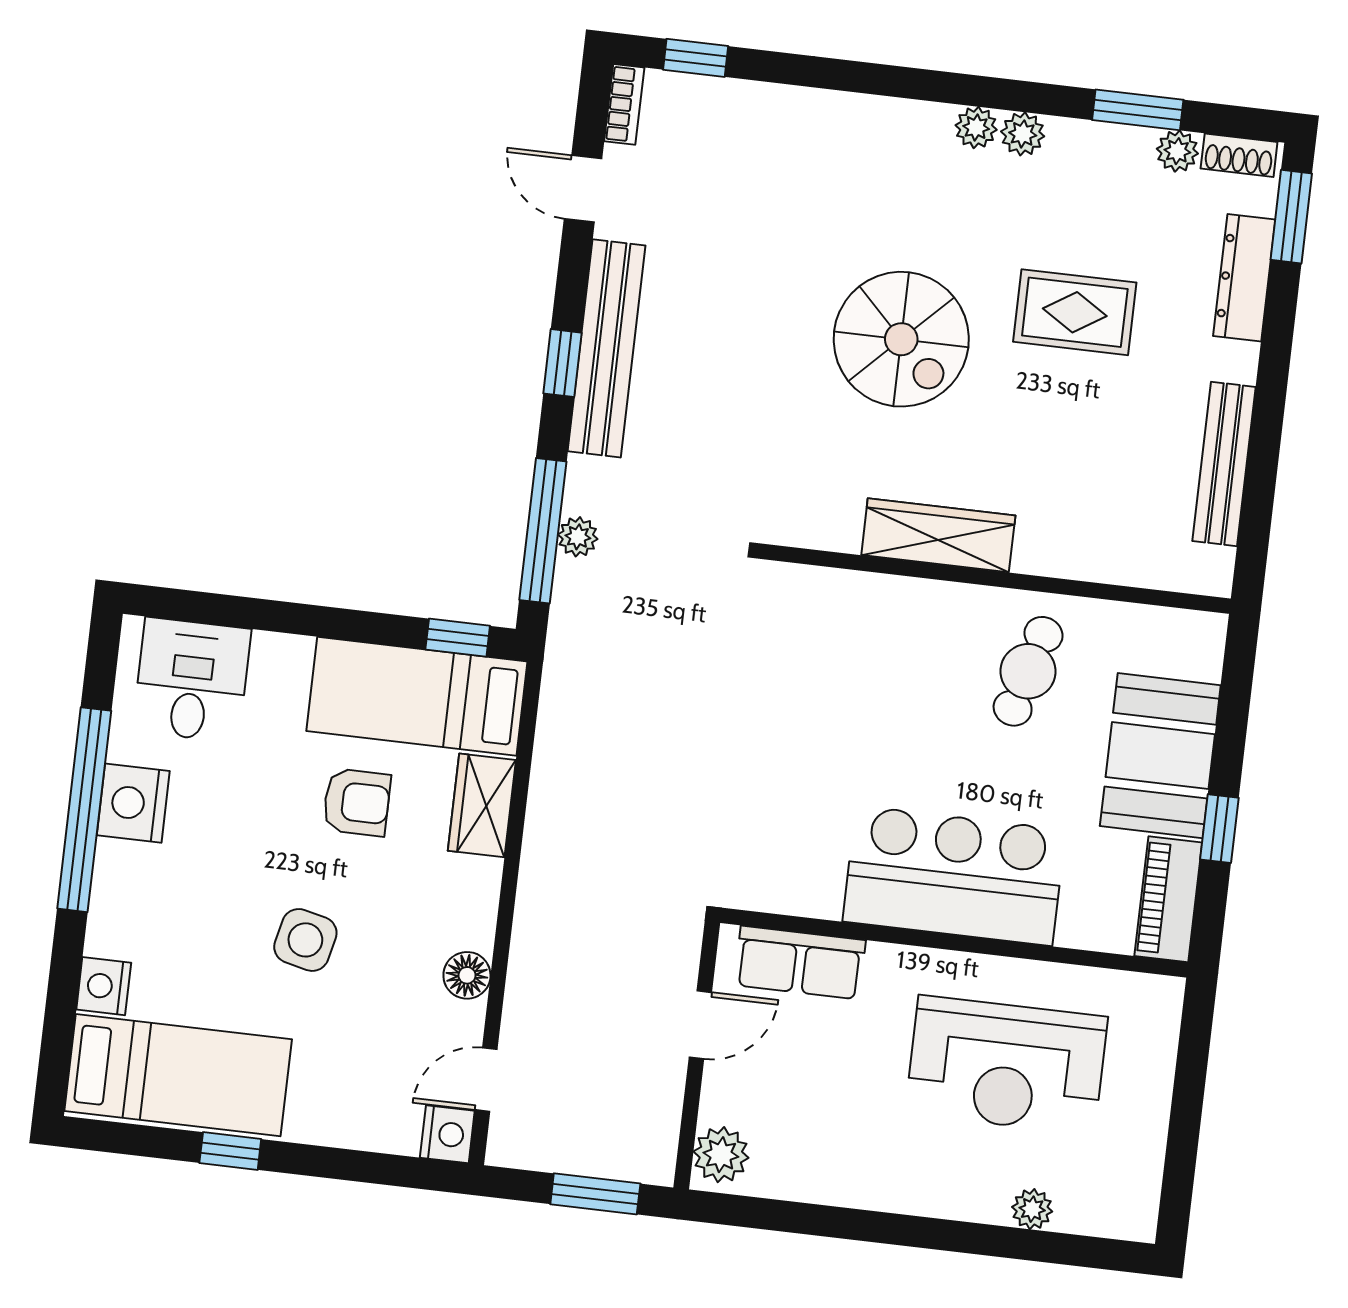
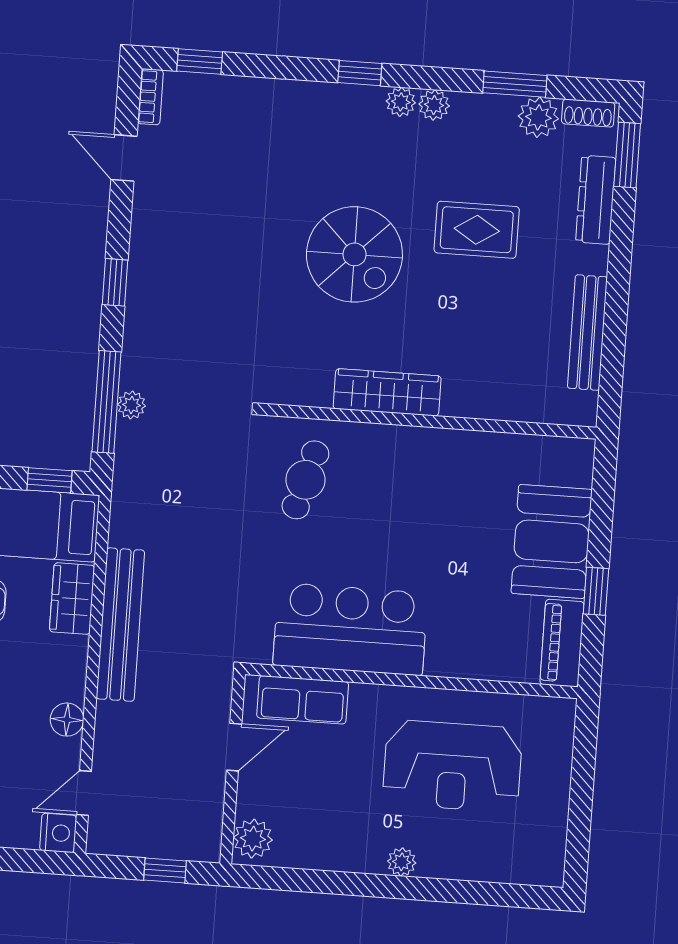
window: (920, 84) -> (360, 73), added
plant: (1177, 151) -> (538, 117), width x1.38, depth x1.38
bench: (607, 348) -> (120, 625), moved
cafe table: (1028, 671) -> (305, 480), moved
bar counter: (954, 876) -> (350, 629), moved
window: (595, 1194) -> (165, 871), width x0.67
plant: (1032, 1209) -> (402, 862), moved

